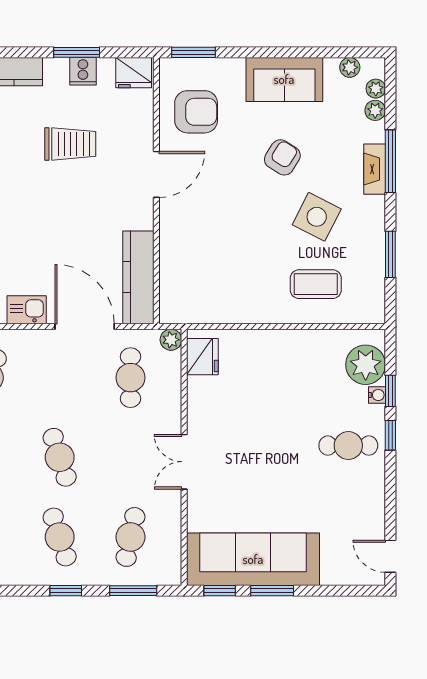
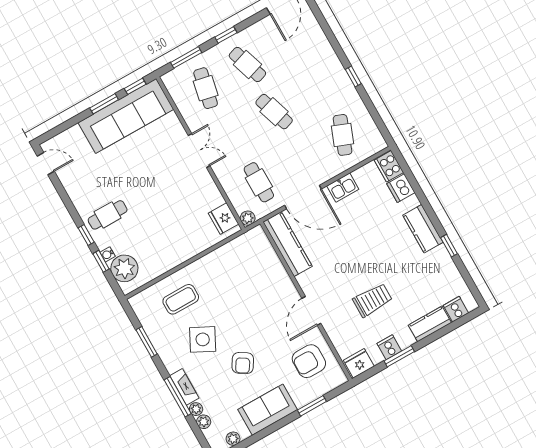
window: (193, 52) -> (312, 406), moved
plant: (376, 89) -> (196, 409), moved
trolley: (70, 144) -> (372, 300), turned 180

